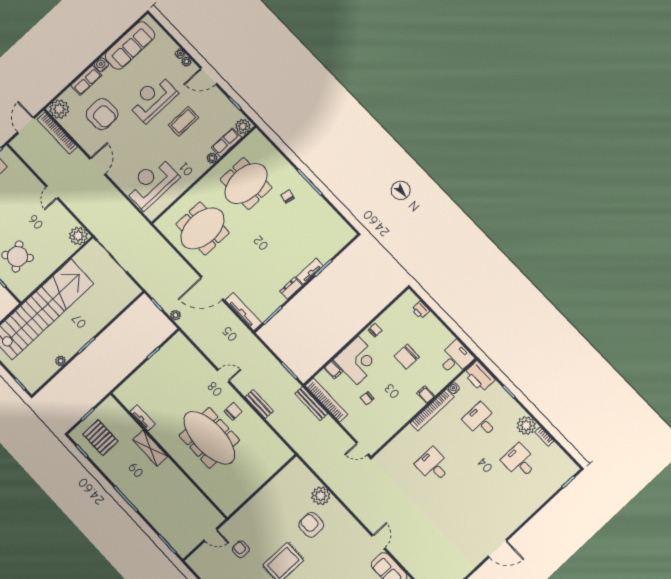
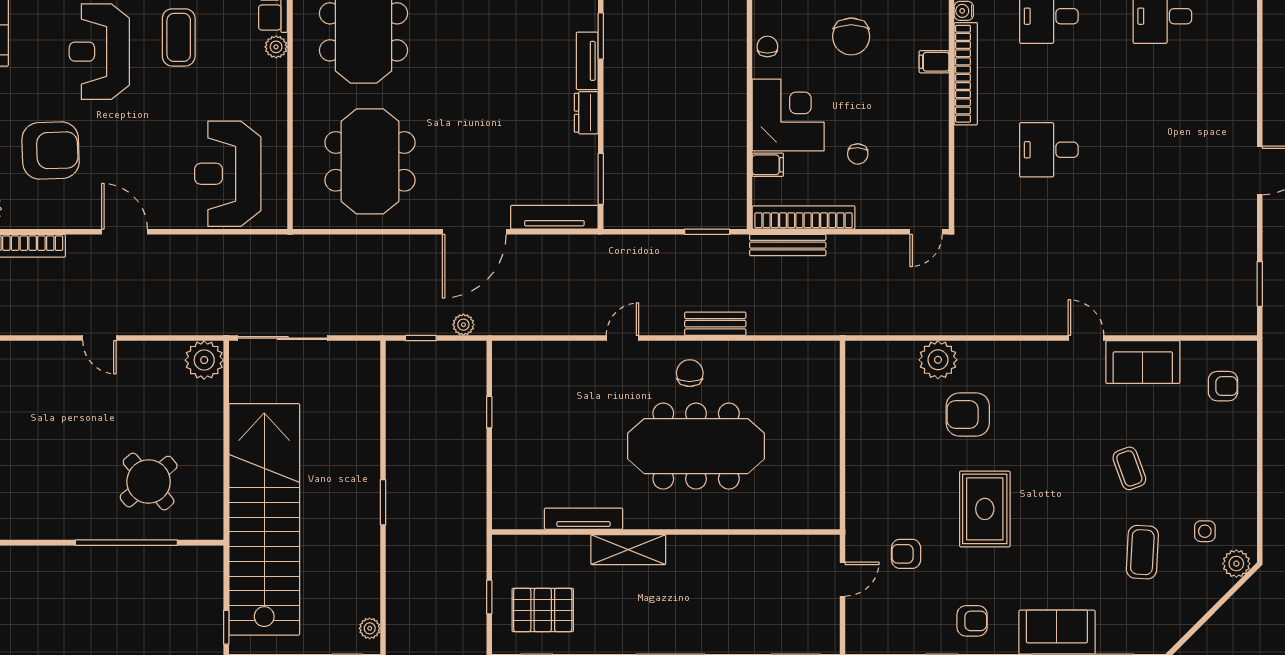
plant: (60, 361) -> (370, 628), moved
tv unit: (143, 418) -> (583, 519), width x1.41

